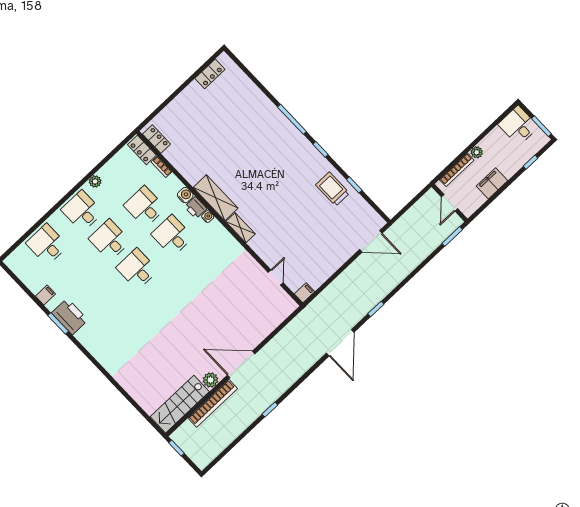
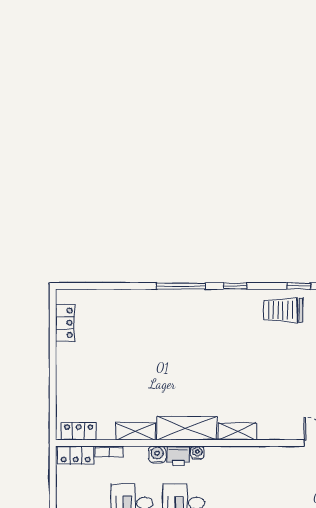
shelving: (187, 171) -> (136, 431), added

